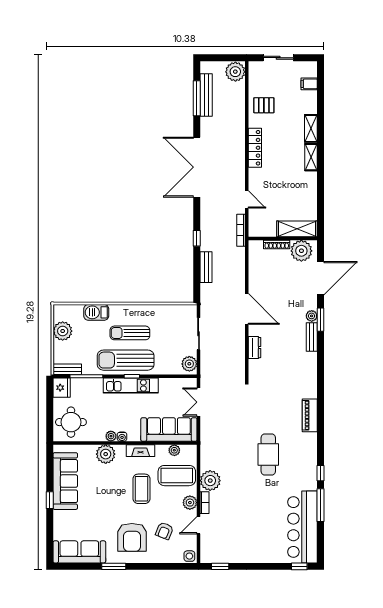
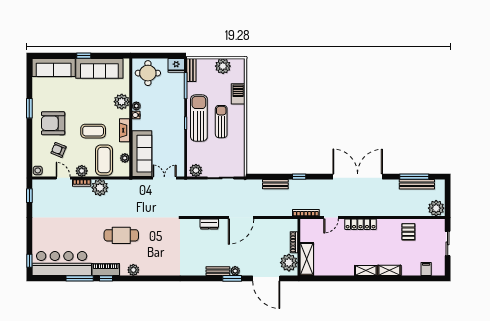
locker: (255, 148) -> (361, 224), moved
kitchen unit: (131, 386) -> (178, 122), removed
piano: (310, 415) -> (106, 269), moved
plant: (310, 440) -> (133, 270), added
sofa: (79, 552) -> (54, 68), moved, turned 90

